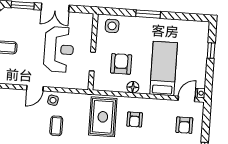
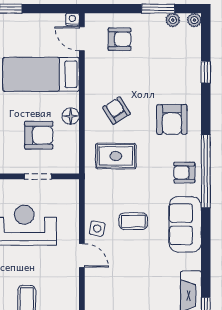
armchair: (121, 64) -> (39, 135), turned 180
rug: (103, 117) -> (116, 156), width x0.73, depth x0.70
armchair: (135, 119) -> (116, 110), turned -122

